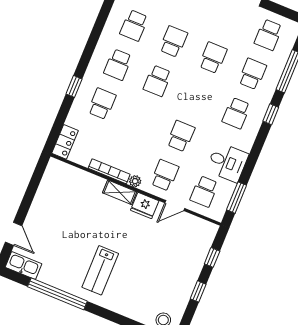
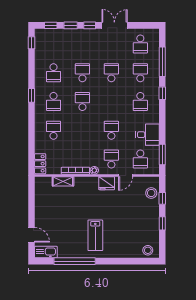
school desk: (157, 81) -> (82, 101), turned 180
window: (74, 86) -> (32, 95), moved
shelving: (120, 192) -> (63, 181), moved
stool: (200, 244) -> (151, 193), added

